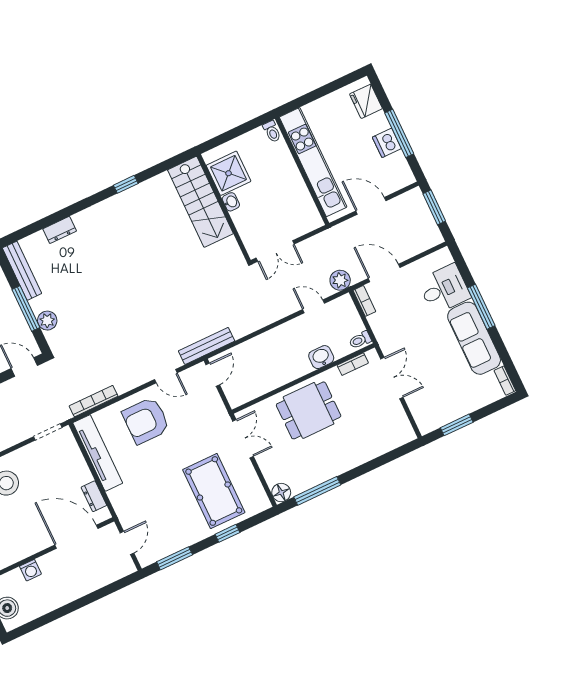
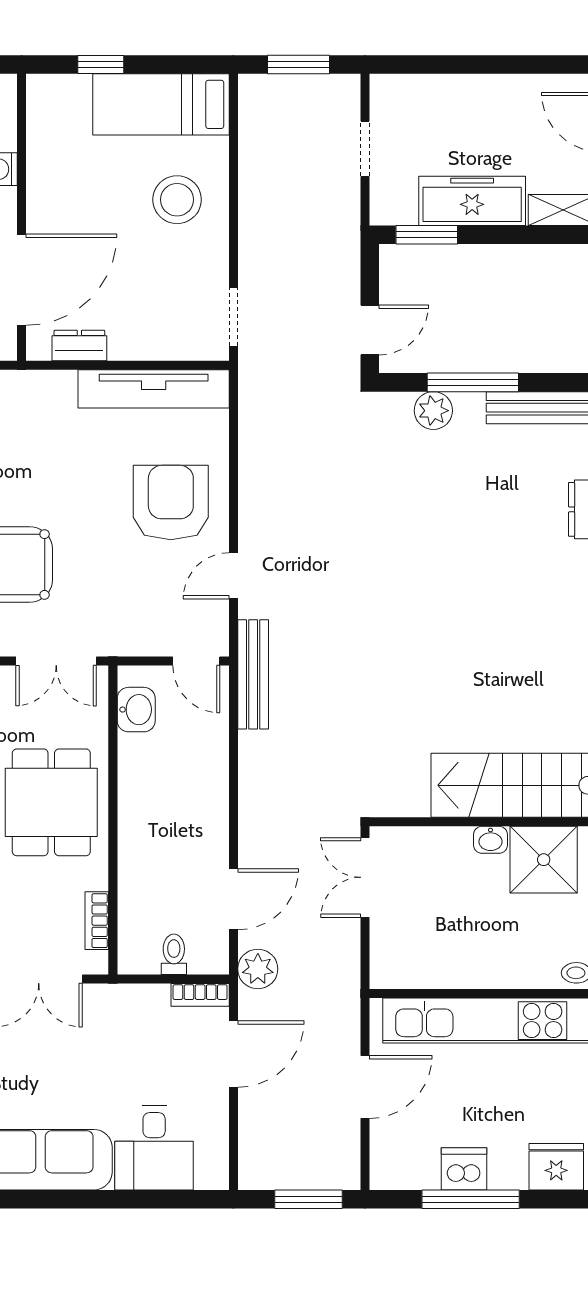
door: (314, 306) -> (233, 899), width x1.38
window: (481, 307) -> (91, 1199), removed
toilet: (360, 340) -> (174, 954), moved
washbasin: (321, 357) -> (136, 710), moved
bookcase: (94, 401) -> (250, 425), removed

